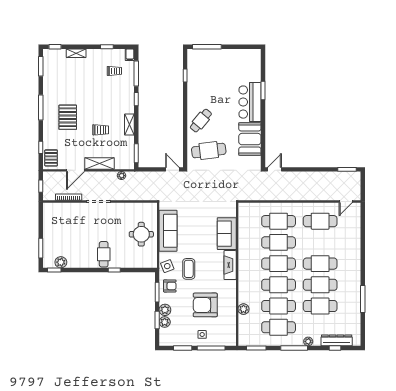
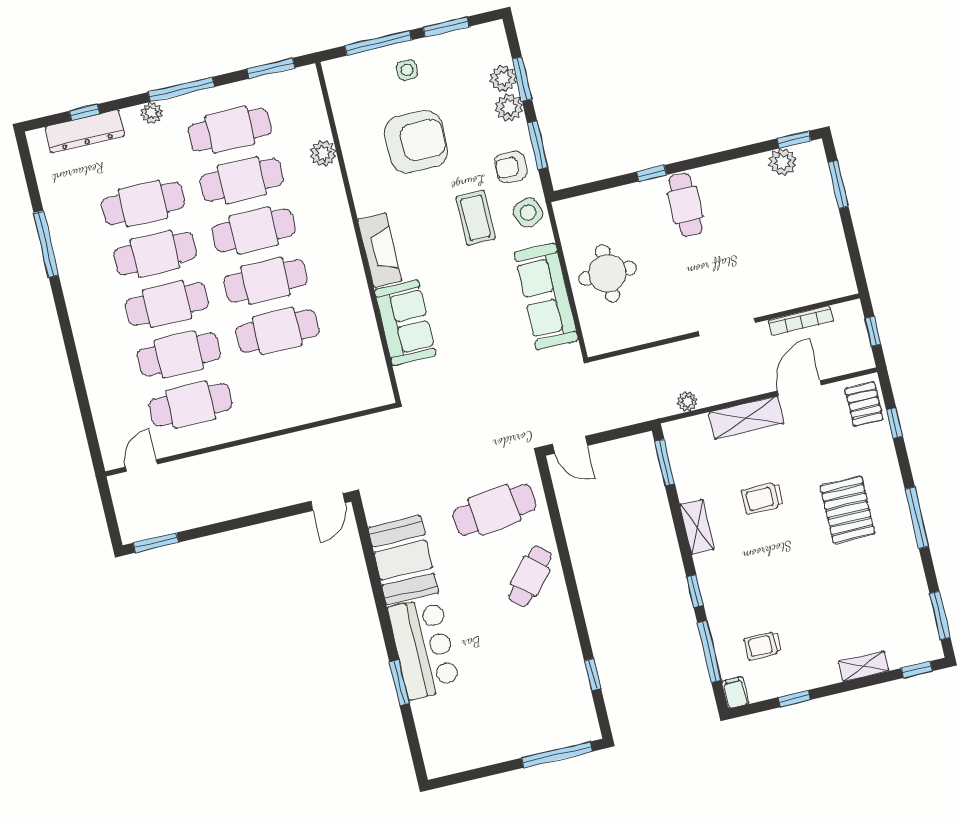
cafe table: (279, 221) -> (179, 354), moved

